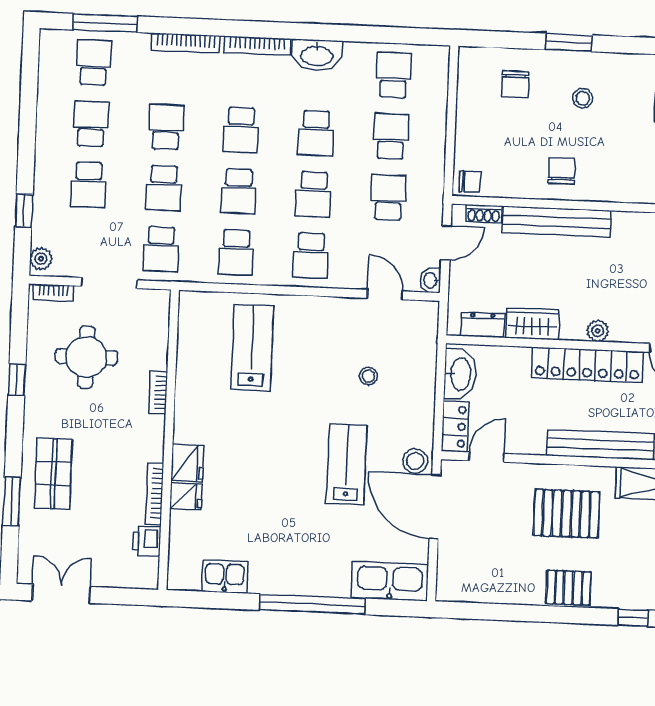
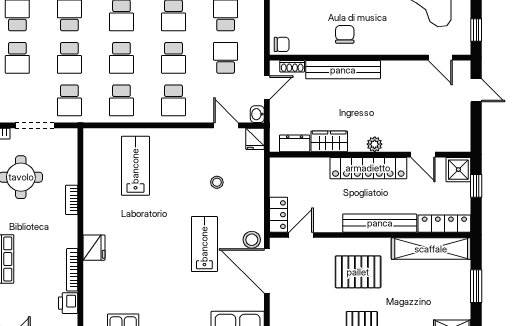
washbasin: (460, 374) -> (280, 178), removed
fridge: (186, 496) -> (255, 139), moved, turned 90

